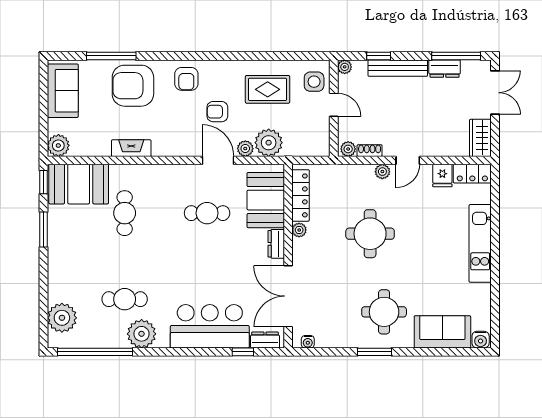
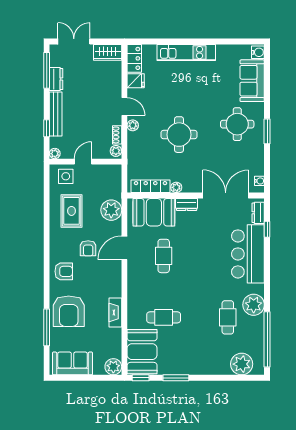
plant: (245, 149) -> (116, 228), removed
double door: (288, 296) -> (226, 196), swing flipped

